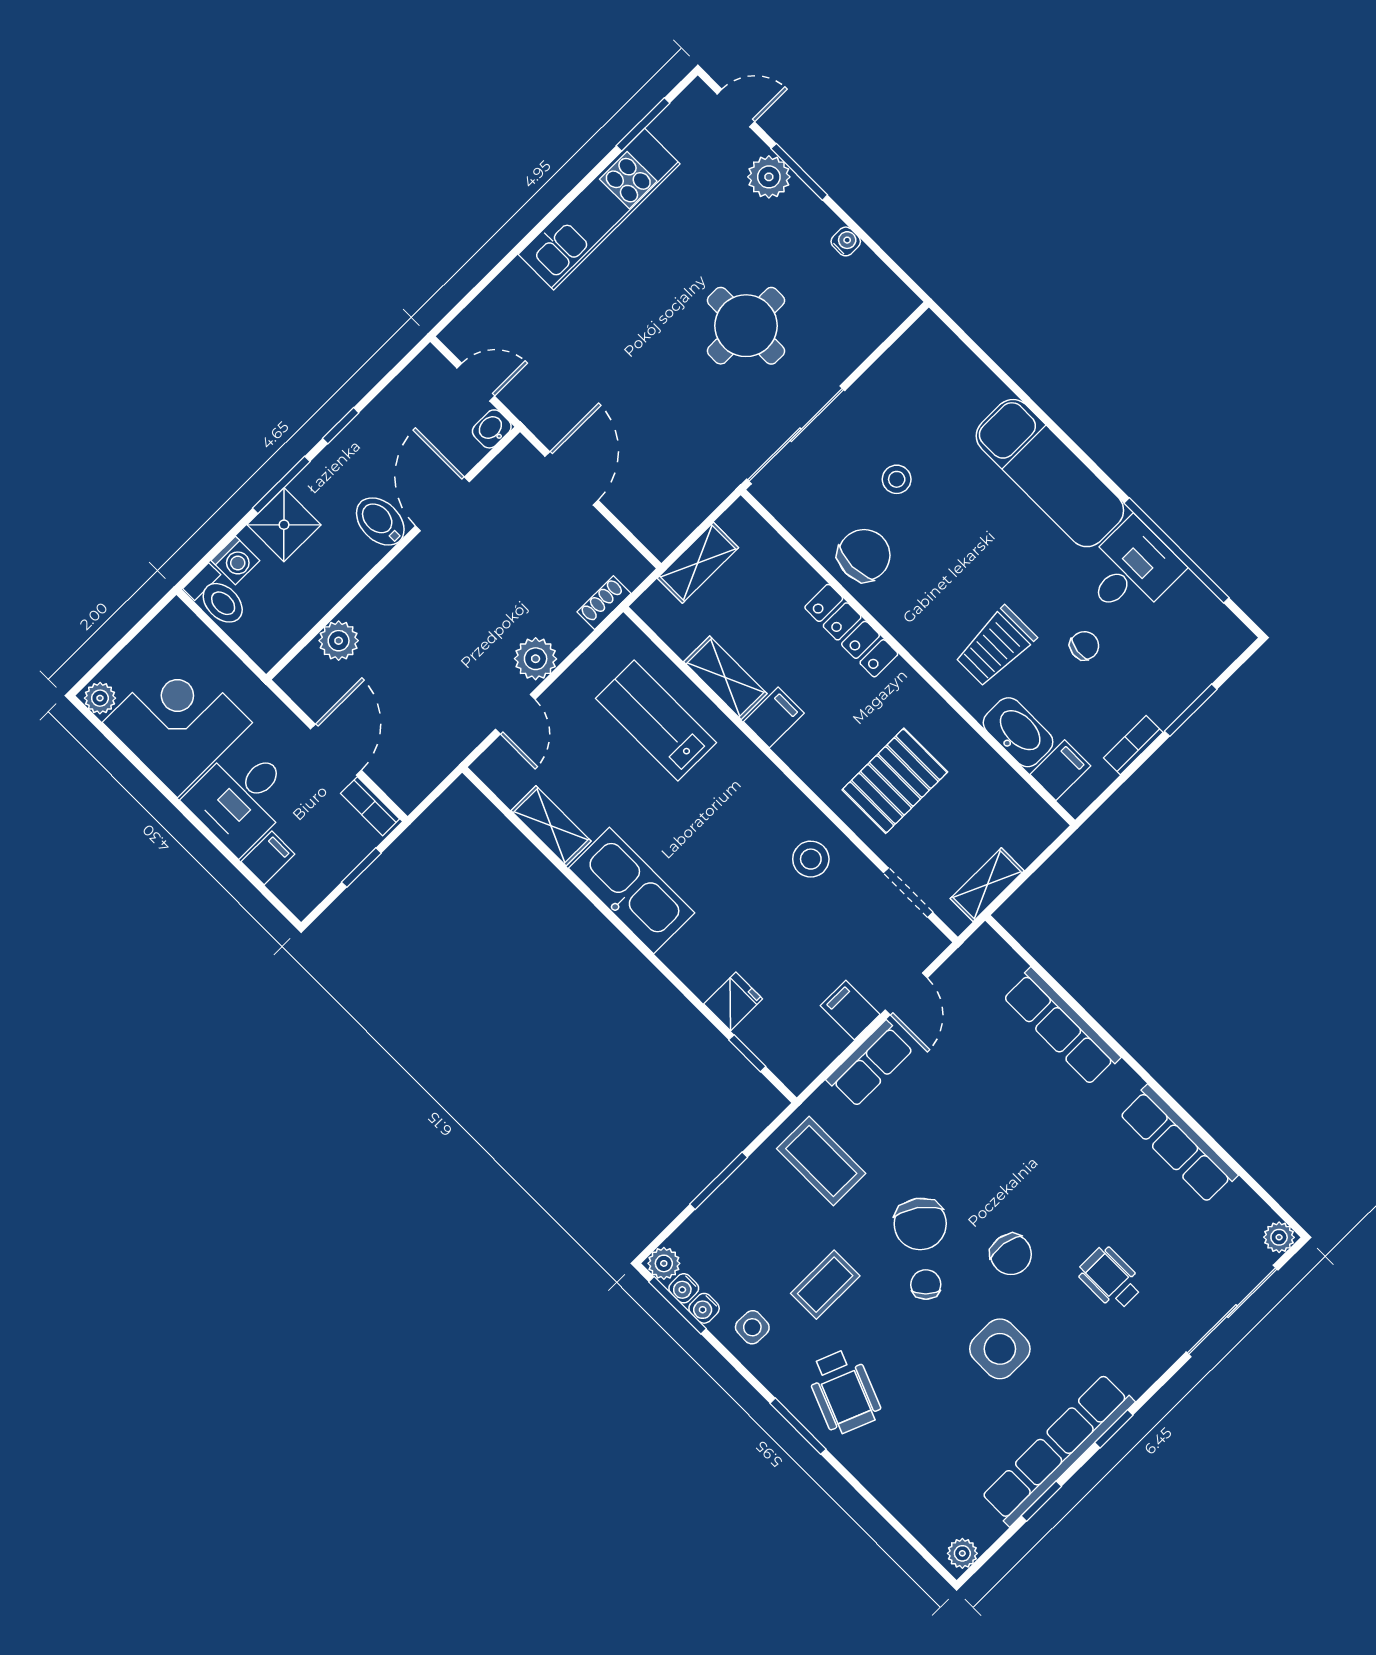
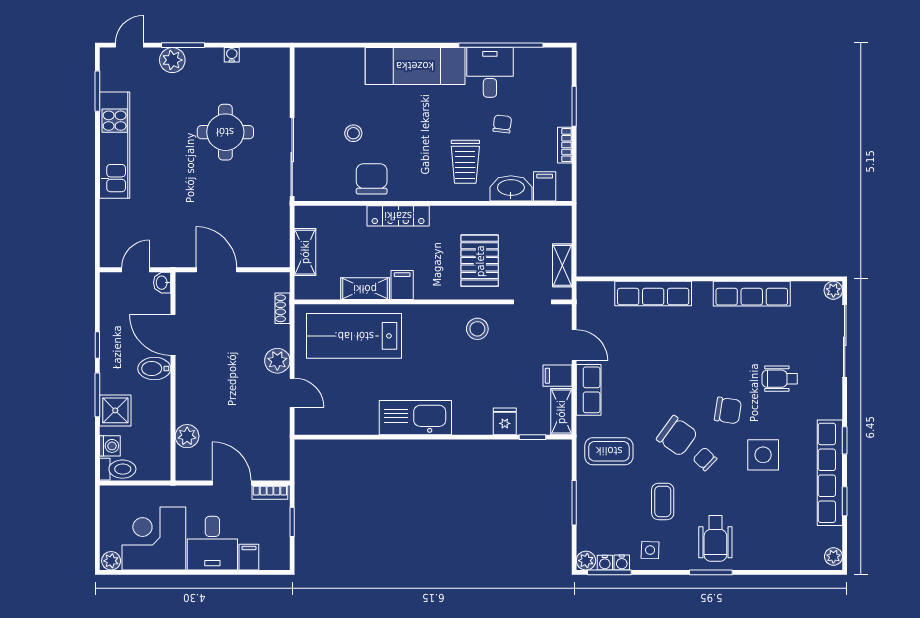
lab bench: (656, 721) -> (354, 336), width x1.36, depth x1.39
shelving: (551, 826) -> (561, 412), moved, turned 90
wheelchair: (844, 1391) -> (715, 539), turned 68

